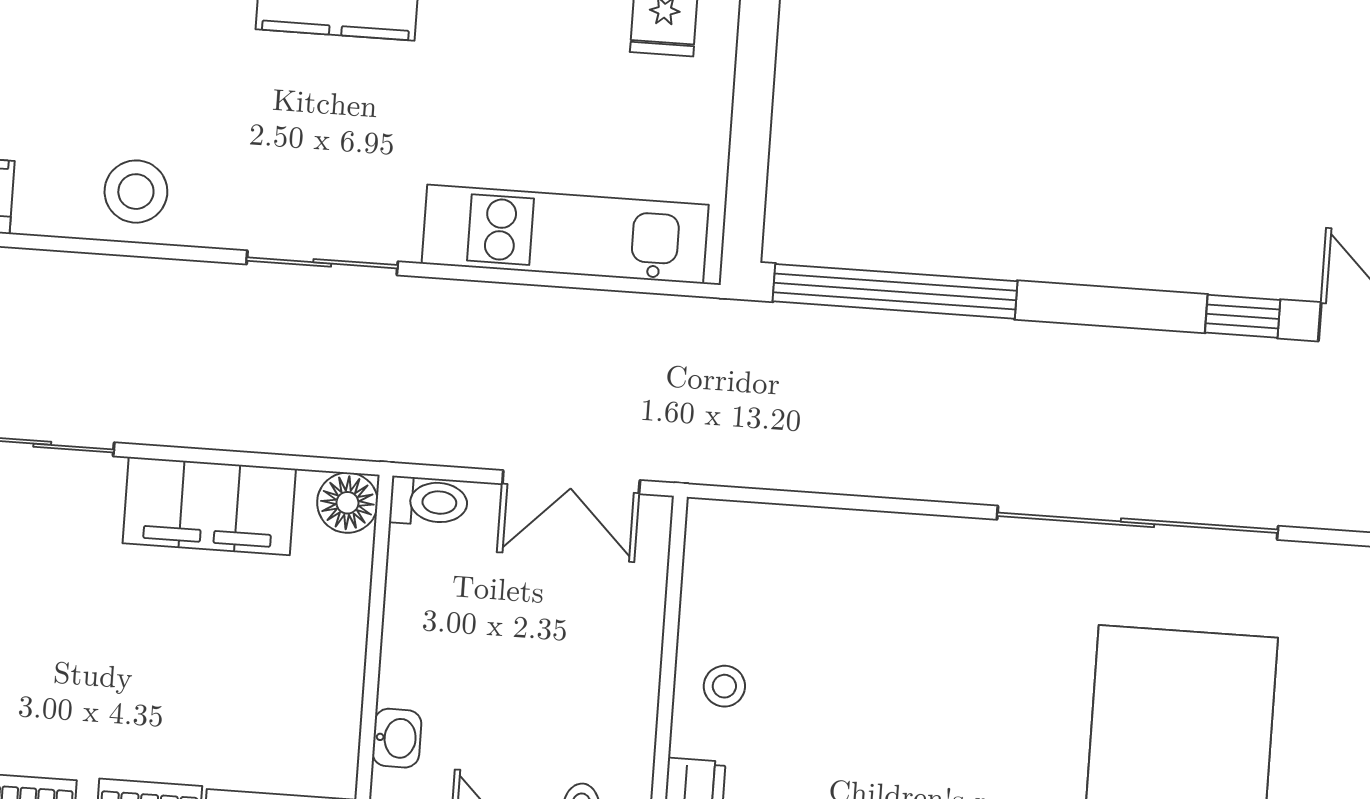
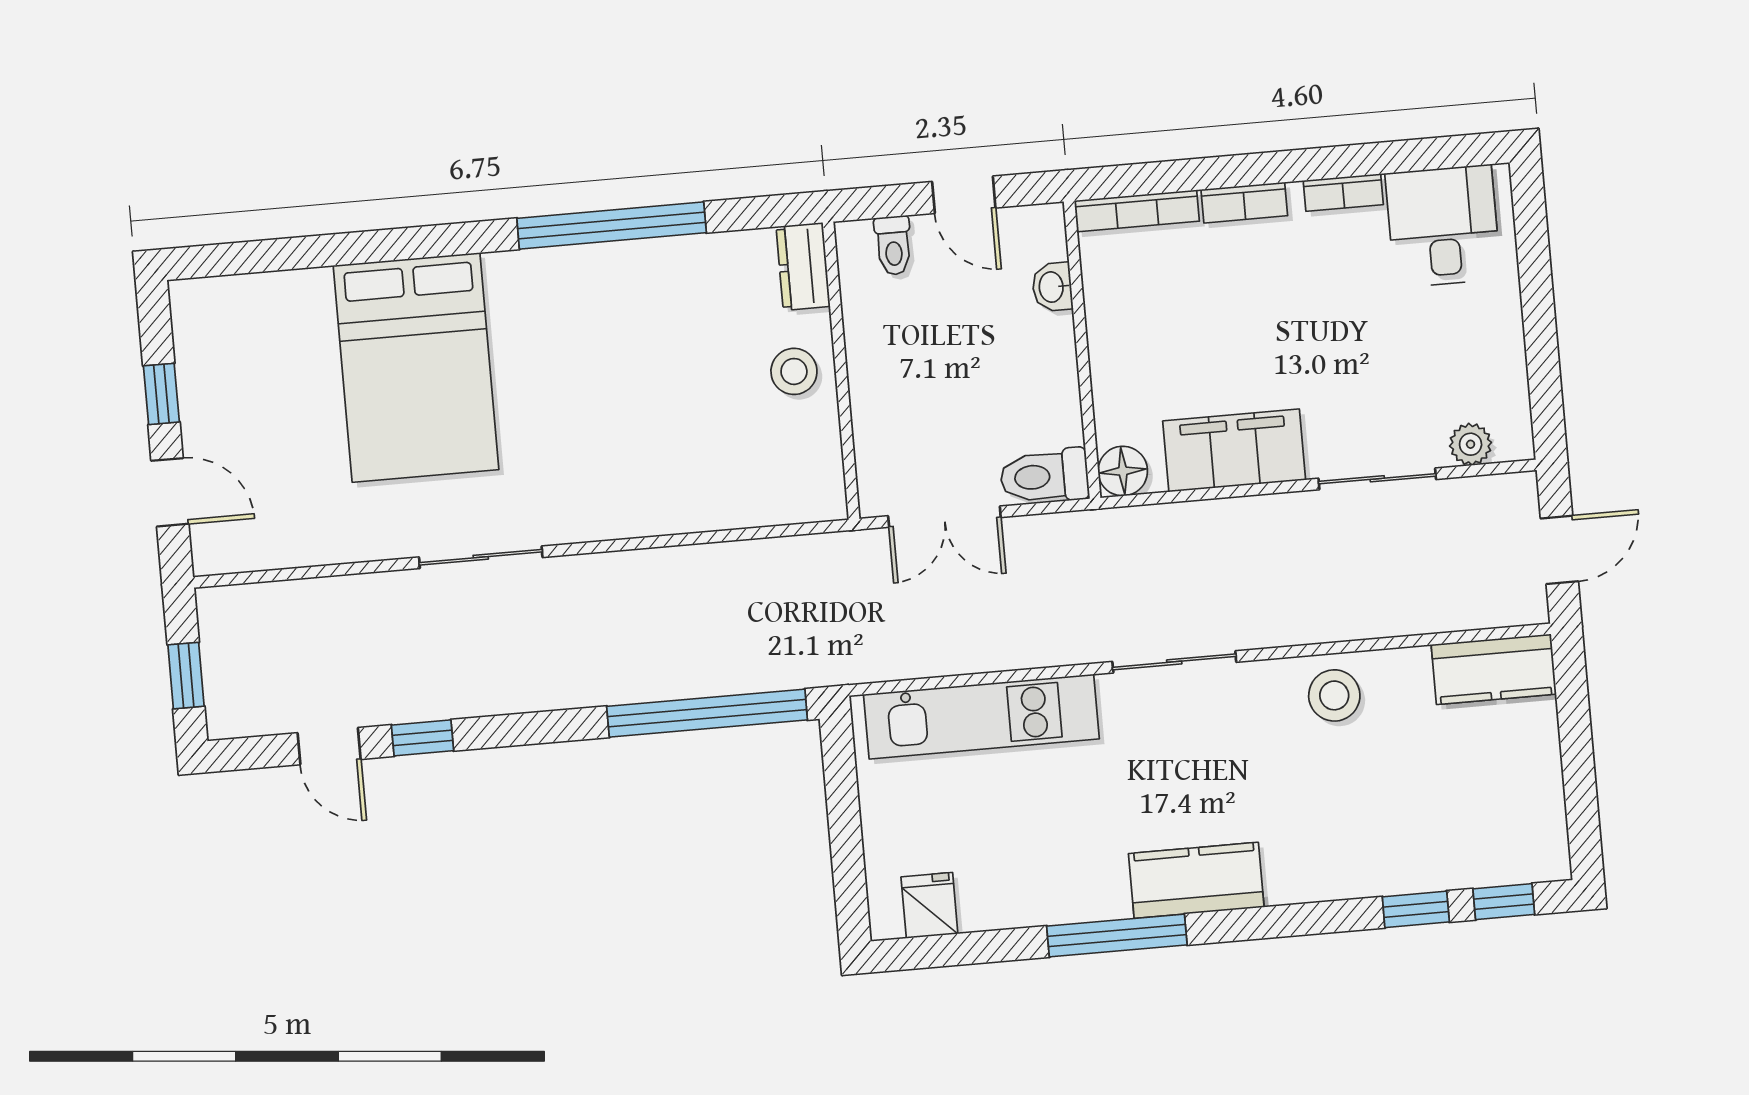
double door: (571, 482) -> (944, 517), swing flipped
toilet: (429, 502) -> (1044, 476), width x1.37, depth x1.39
sliding door: (1138, 523) -> (481, 557), width x0.54
stool: (724, 686) -> (794, 371), width x1.37, depth x1.37

